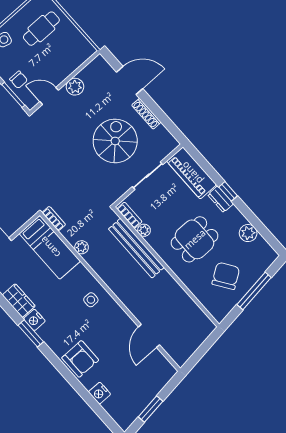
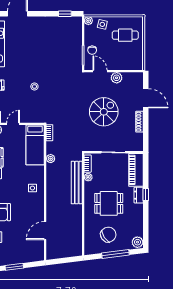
spiral stairs: (115, 141) -> (104, 112), moved
plant: (248, 233) -> (137, 242), moved

